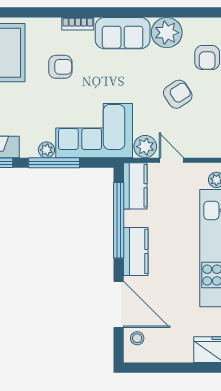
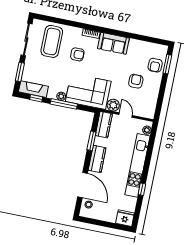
plant: (167, 33) -> (137, 48), removed
armchair: (178, 94) -> (136, 81), turned -57
window: (119, 220) -> (91, 141), width x0.47

